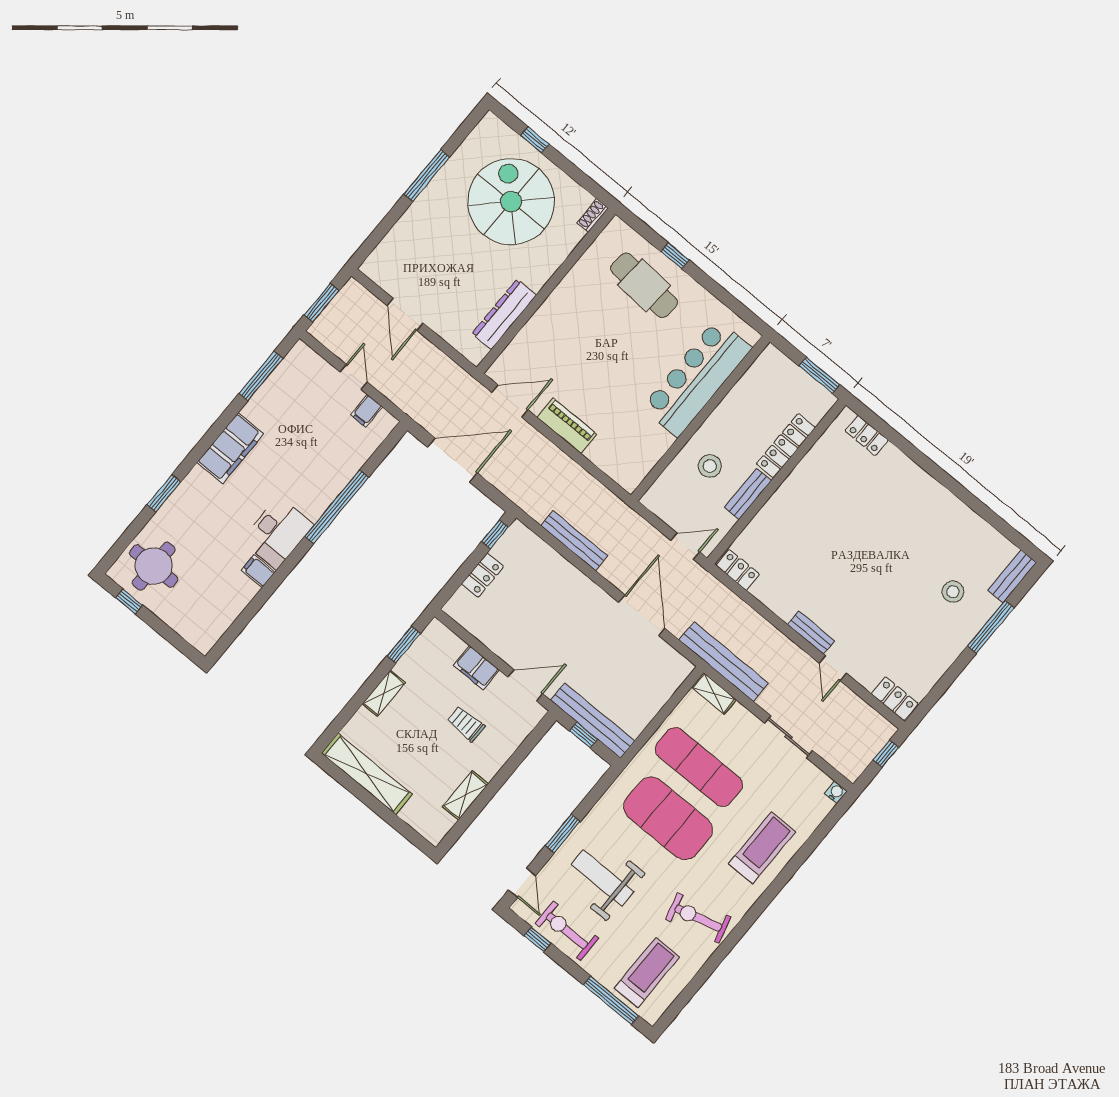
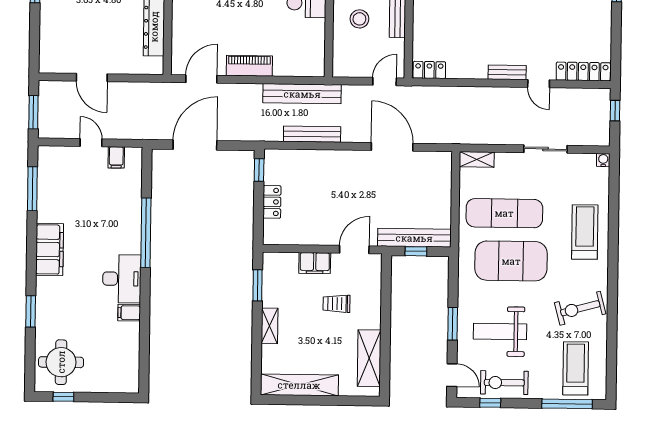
bench: (724, 662) -> (302, 94), moved
locker: (895, 699) -> (583, 71), width x1.53
shelving: (465, 795) -> (369, 358), width x1.50, depth x1.33

